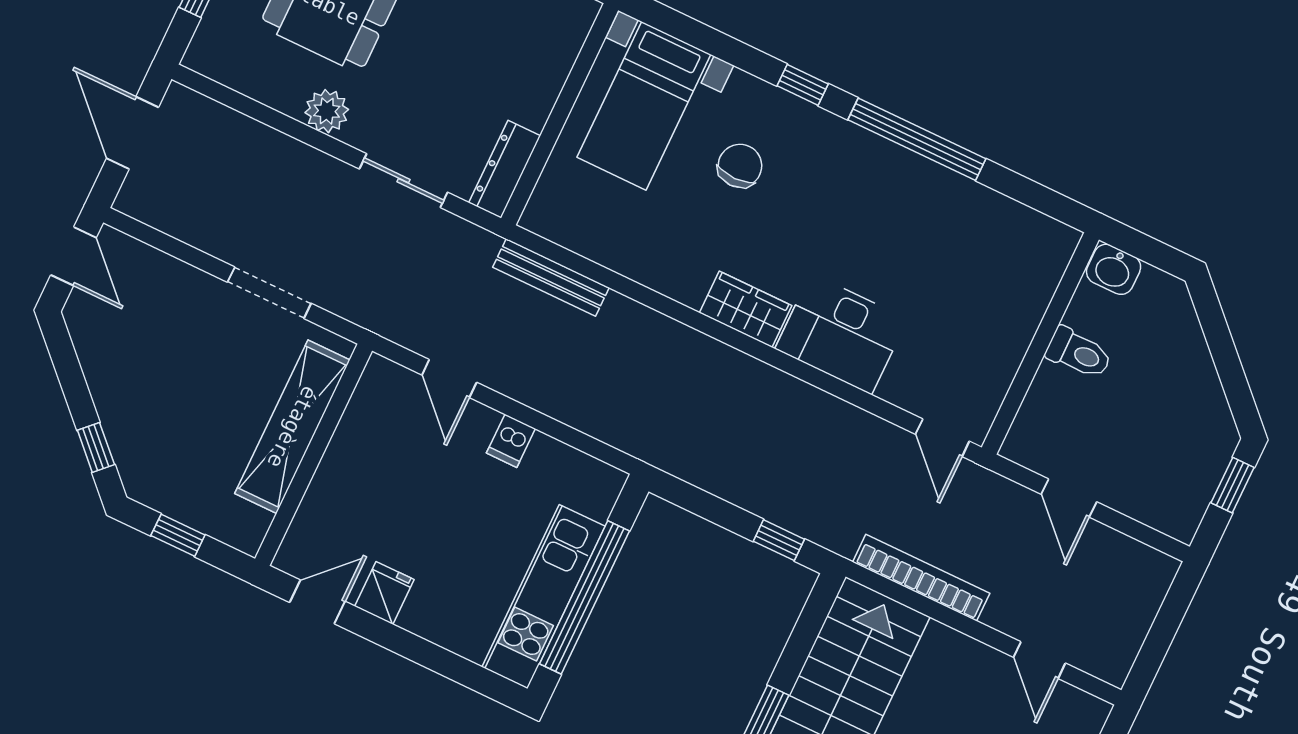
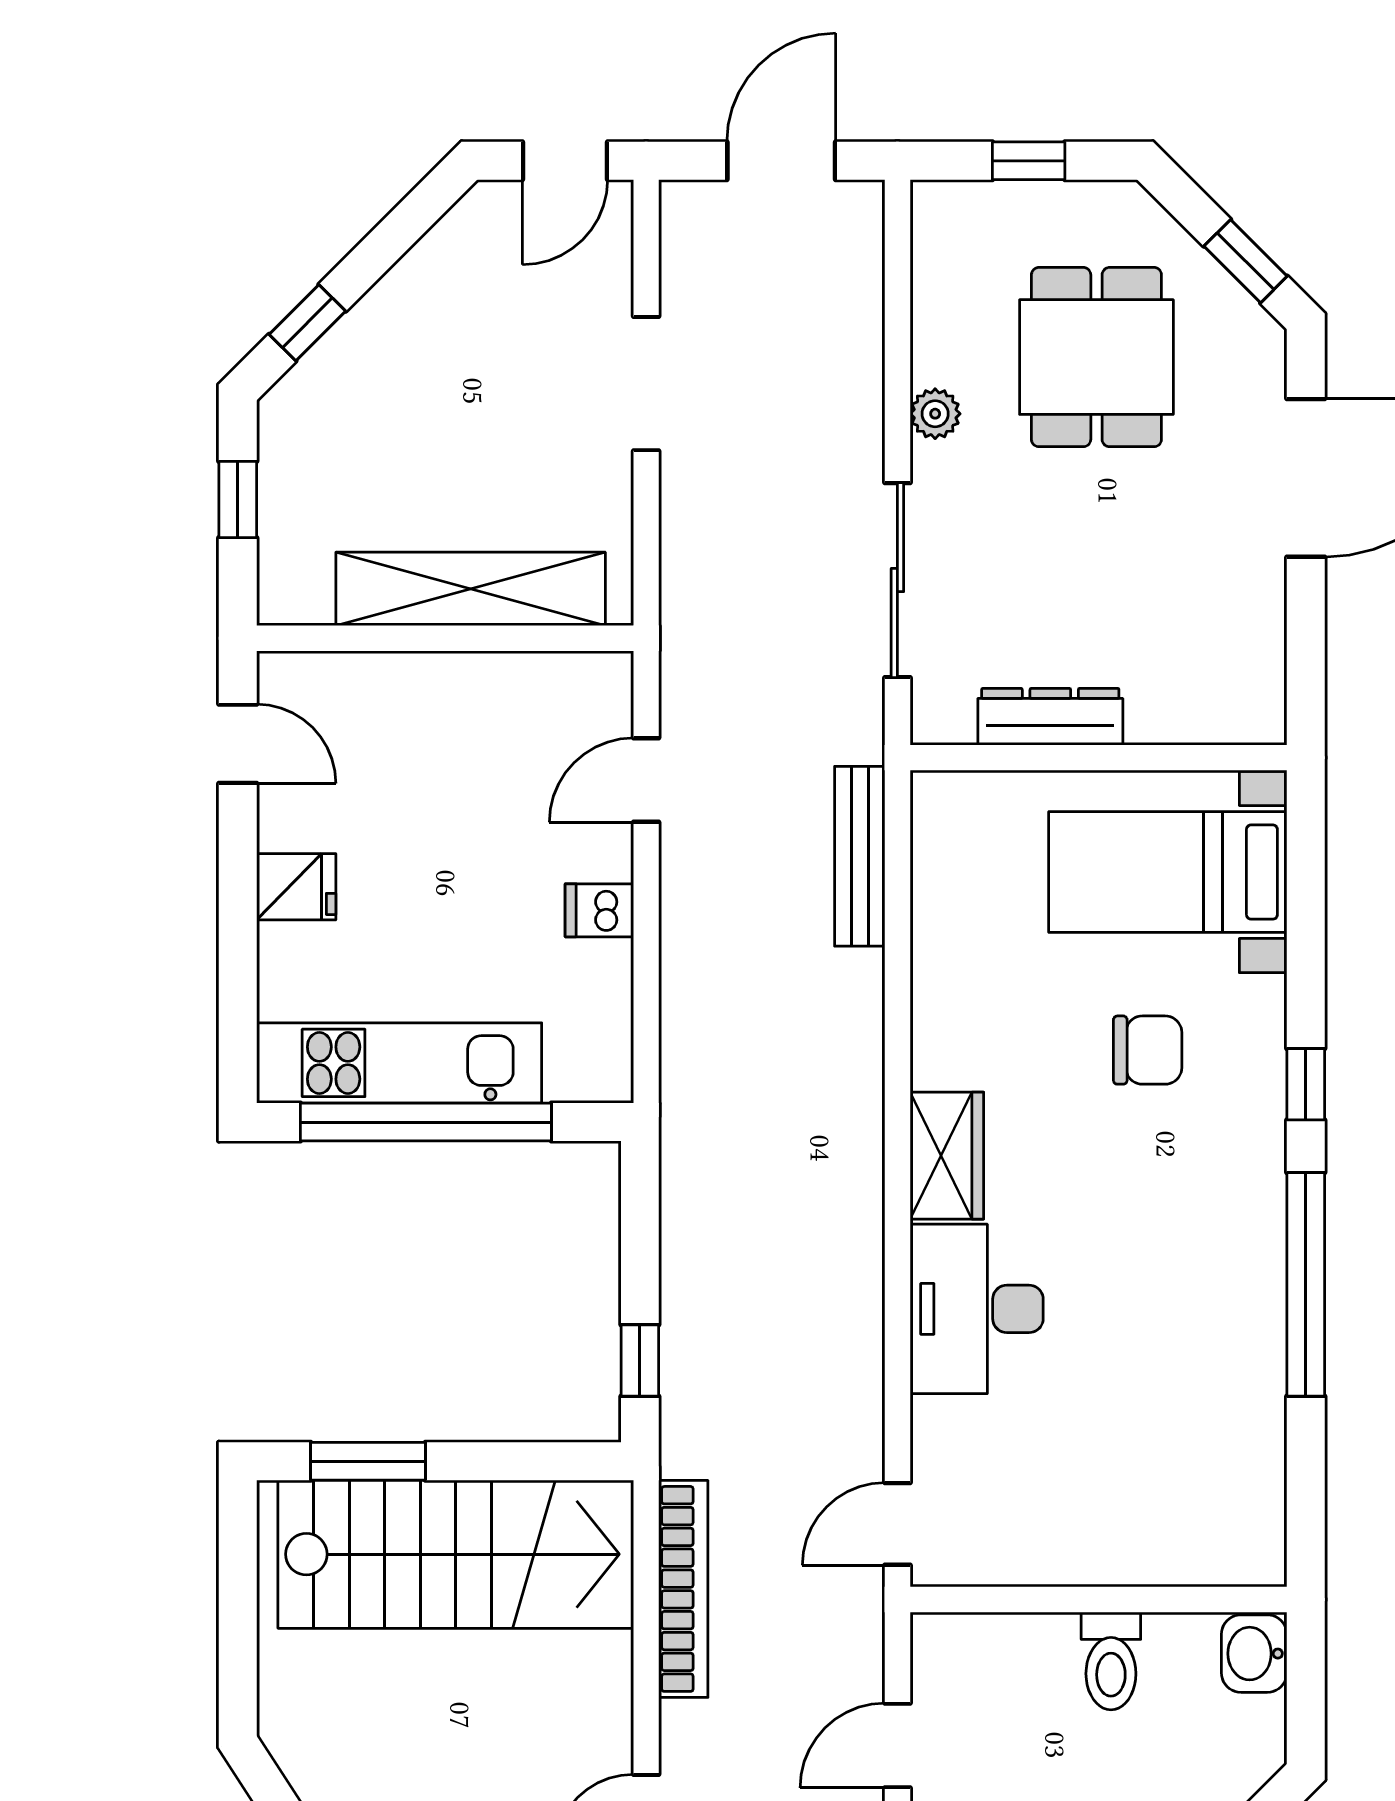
plant: (327, 111) -> (935, 414), width x0.73, depth x0.73
dresser: (505, 169) -> (1050, 717), moved
sliding door: (403, 181) -> (897, 580), width x1.37
doorway: (269, 293) -> (646, 384), moved
fridge: (384, 593) -> (296, 887), moved

